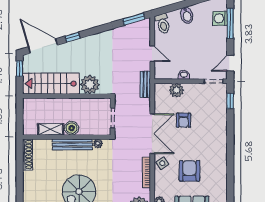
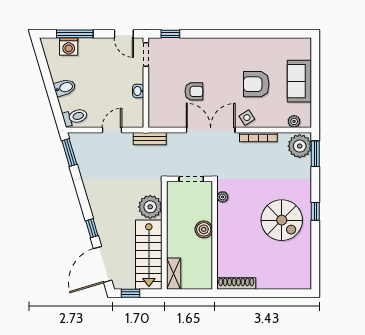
plant: (176, 90) -> (157, 100), removed
shelving: (51, 129) -> (174, 274), moved
bench: (72, 144) -> (224, 228), removed

